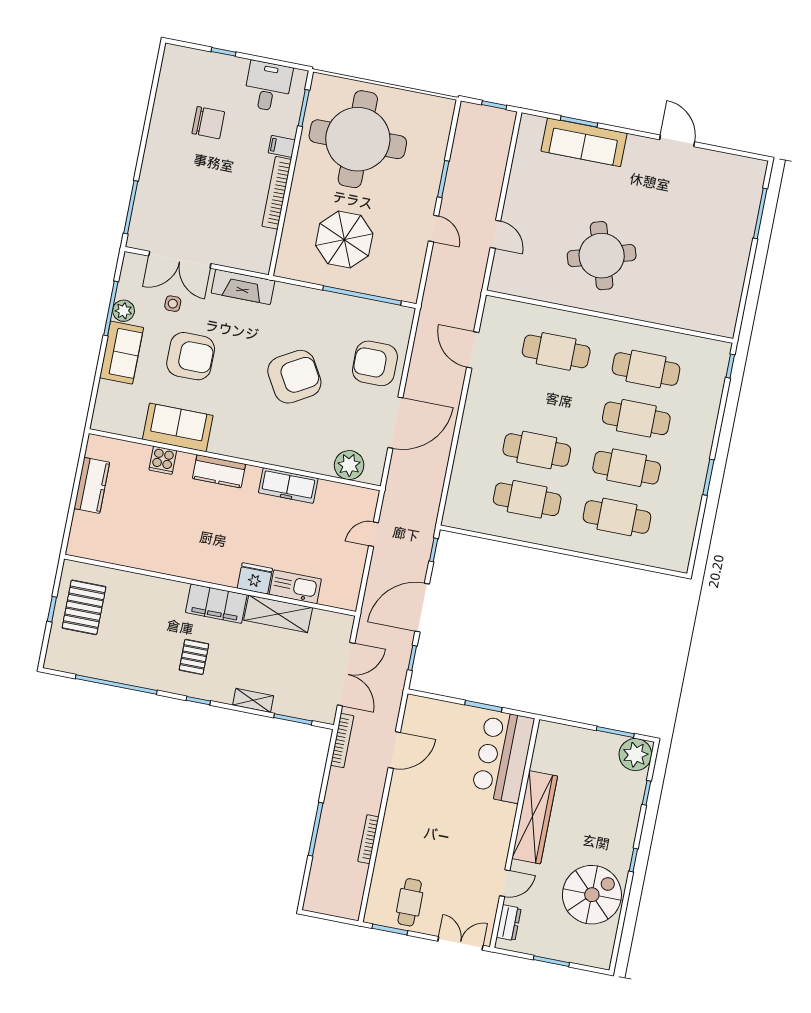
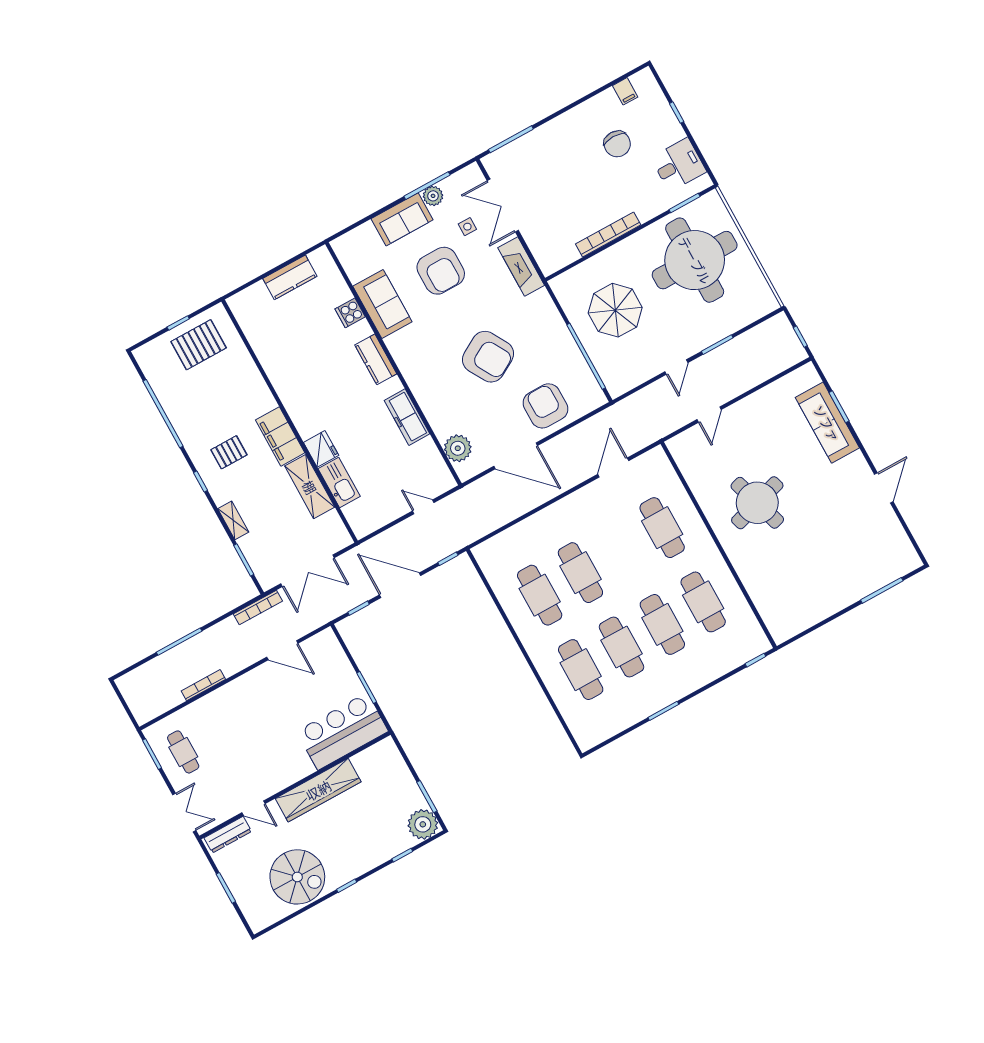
filing cabinet: (282, 146) -> (625, 91), moved, turned 180
cafe table: (410, 902) -> (183, 752), turned 90
dresser: (509, 923) -> (228, 835), width x1.44

